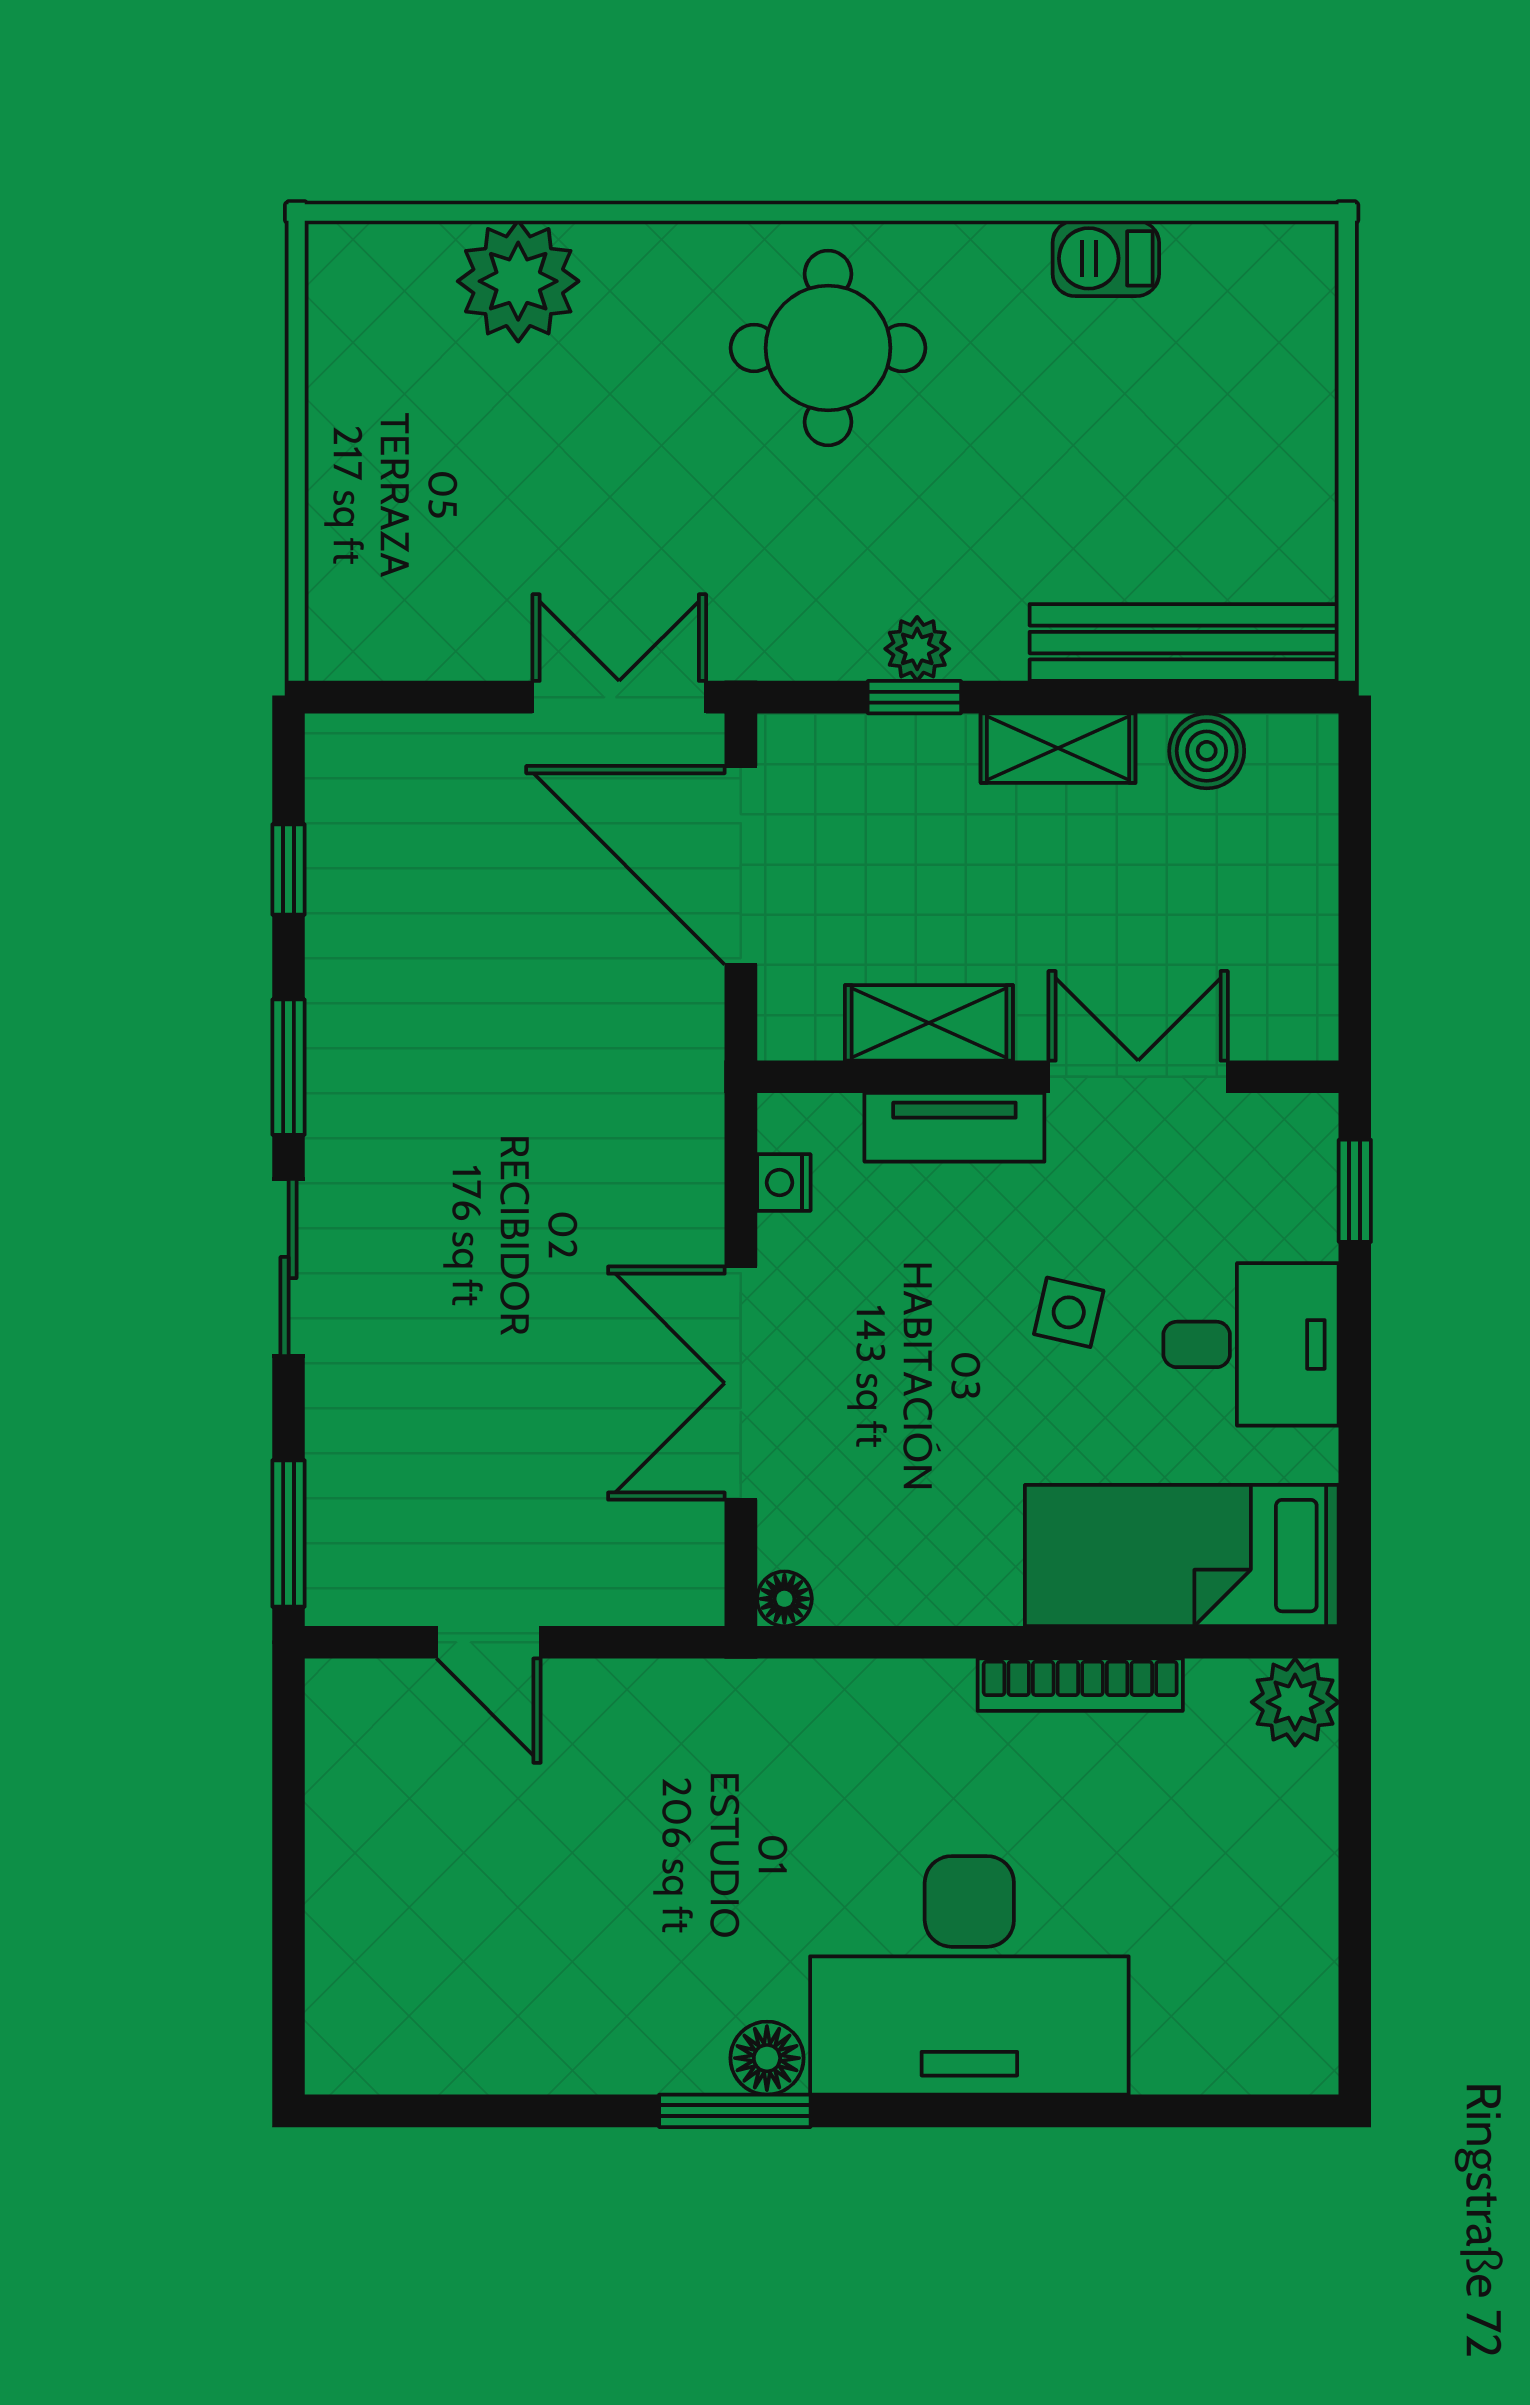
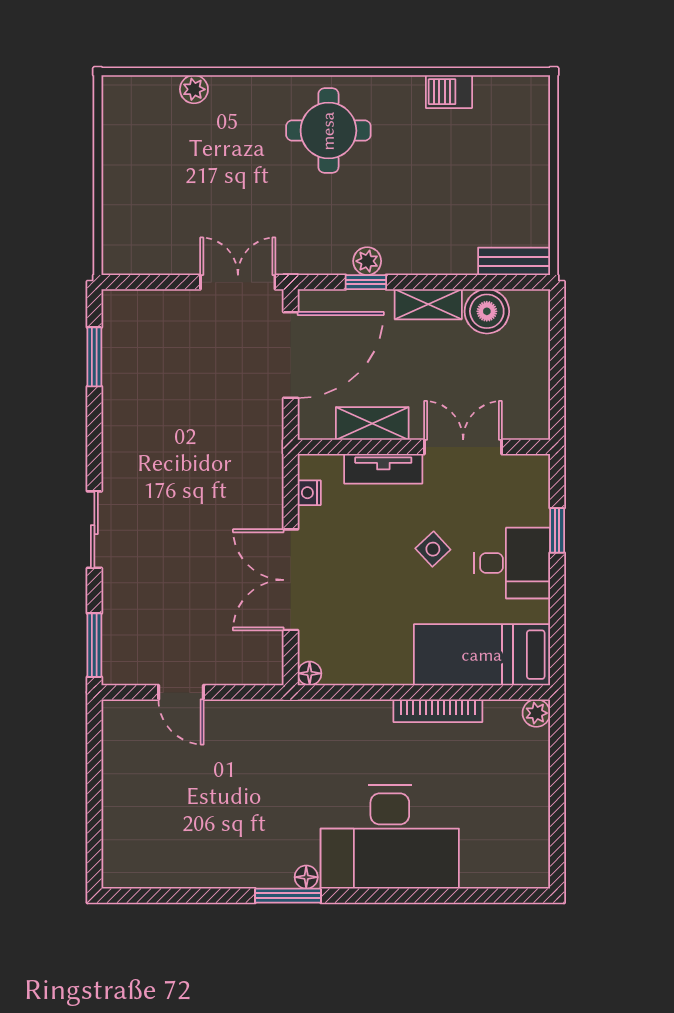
plant: (518, 281) -> (194, 89), width x0.53, depth x0.53
bench: (1184, 643) -> (514, 261), width x0.54, depth x0.82
boiler: (1207, 751) -> (487, 311), width x1.36, depth x1.36
door: (741, 865) -> (291, 355), swing flipped
window: (289, 870) -> (94, 357), width x1.50
window: (289, 1067) -> (94, 443), removed
window: (1355, 1191) -> (557, 530), moved
side table: (1069, 1312) -> (433, 549), turned 34
plant: (1295, 1702) -> (536, 713), width x0.73, depth x0.73
floor lamp: (767, 2058) -> (306, 877), width x0.73, depth x0.73

